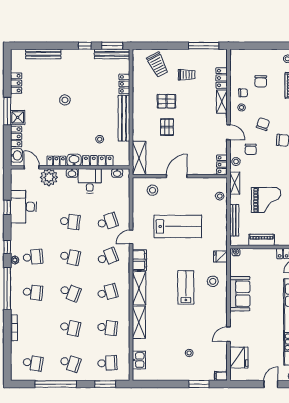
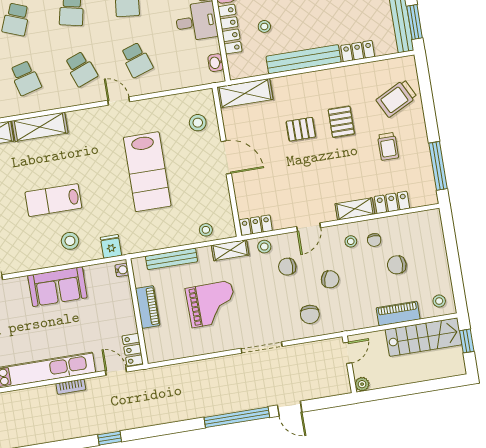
grand piano: (266, 200) -> (212, 304), turned -91
filing cabinet: (139, 260) -> (84, 120), removed
lab bench: (186, 287) -> (53, 200), turned 180

